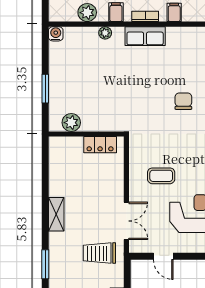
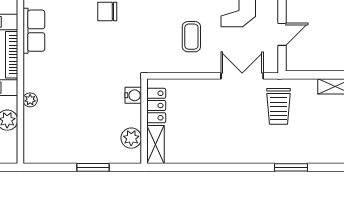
bookcase: (145, 16) -> (12, 55), width x1.56
water cooler: (56, 34) -> (133, 95), moved, turned 180
row of seats: (145, 36) -> (34, 31), moved
shelving: (56, 214) -> (156, 145), moved, turned 90

